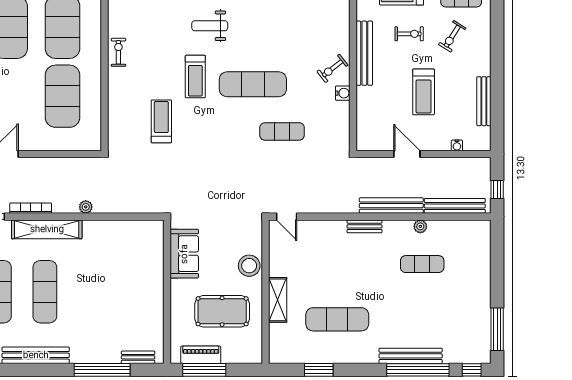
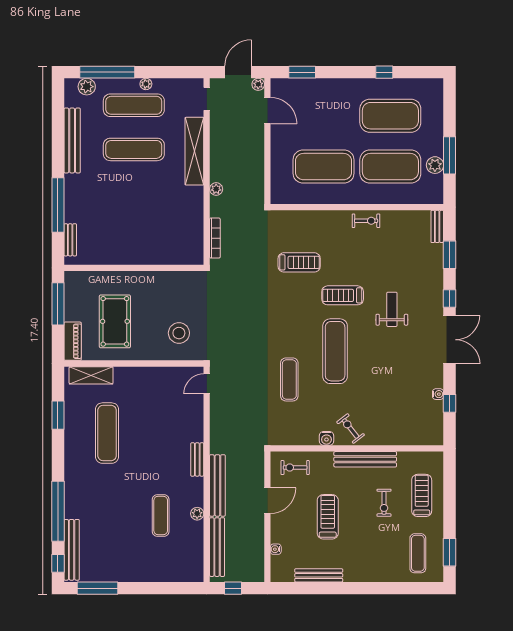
exercise bike: (452, 36) -> (295, 468), moved, turned -32
treadmill: (424, 92) -> (328, 517), turned 90
bookcase: (31, 208) -> (215, 238), moved
sofa: (184, 254) -> (171, 285), removed
stool: (249, 266) -> (179, 333), moved
shelving: (278, 300) -> (91, 375), moved
piano: (201, 355) -> (73, 341), moved
bench: (411, 356) -> (72, 550), moved

